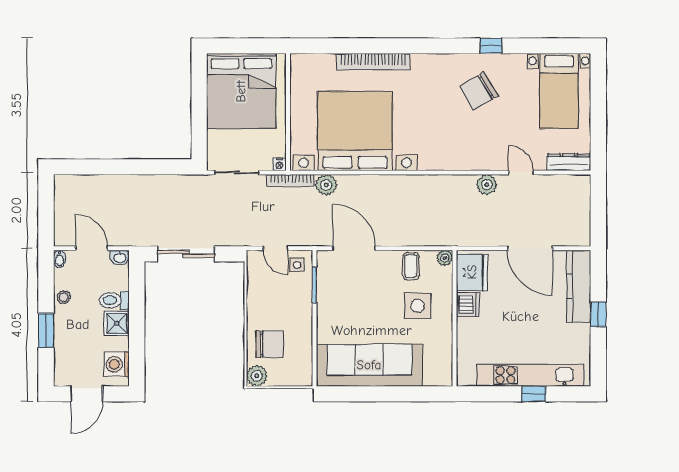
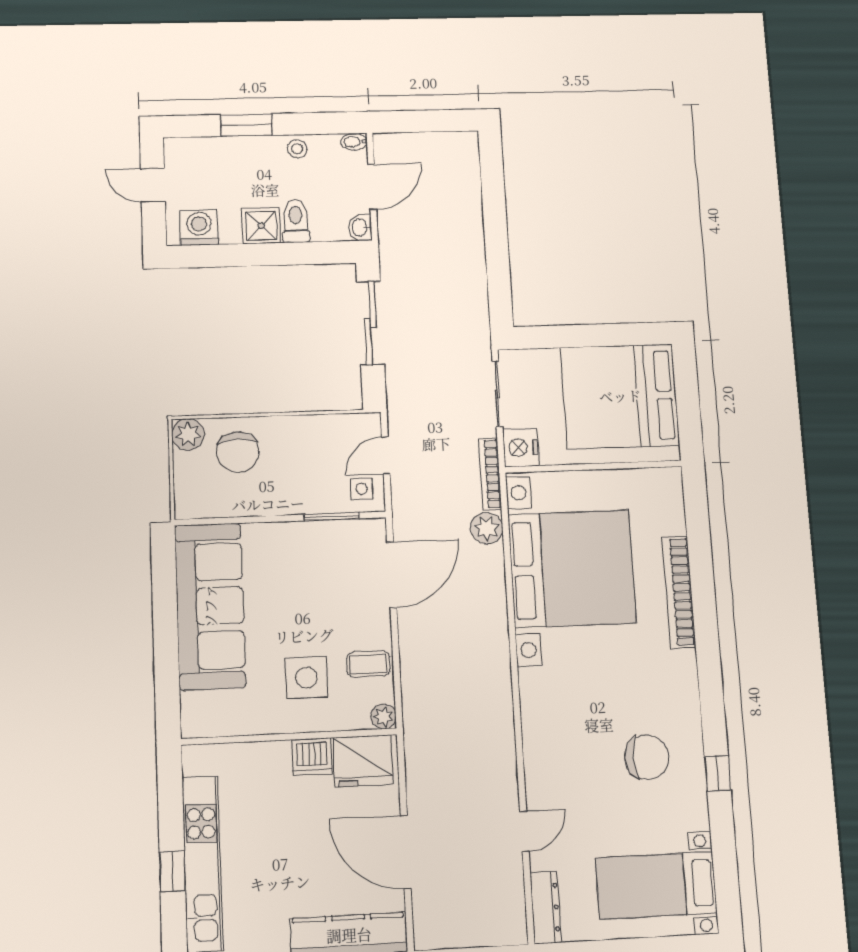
chair: (479, 91) -> (647, 757), turned 121
nightstand: (279, 164) -> (521, 448), width x1.89, depth x1.79
plant: (487, 185) -> (502, 778), removed
door: (530, 248) -> (406, 852), hinge flipped
door: (87, 394) -> (153, 185), width x0.73

